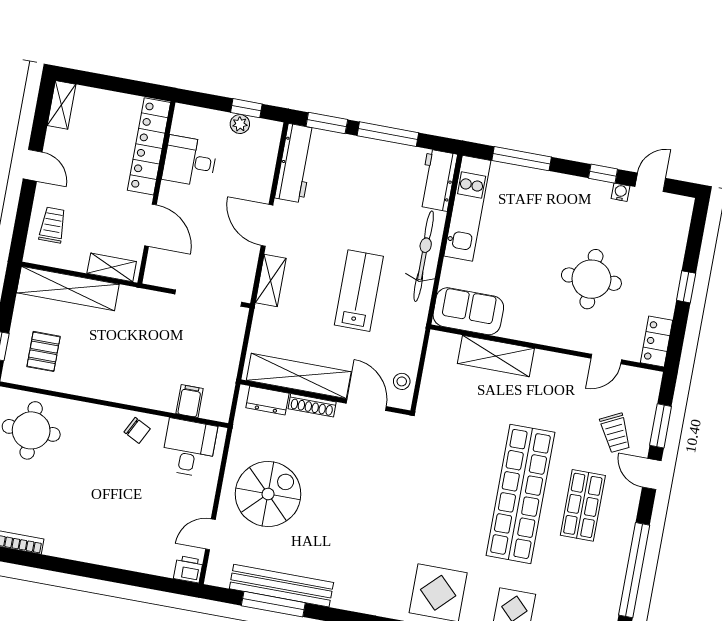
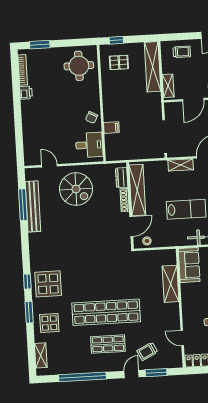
filing cabinet: (190, 401) -> (111, 128), moved
printer: (188, 569) -> (26, 93), moved

